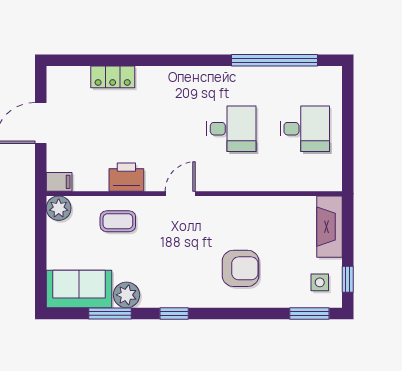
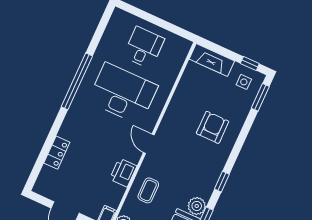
window: (275, 60) -> (77, 81), moved
desk: (231, 129) -> (123, 94), width x1.87, depth x1.30

